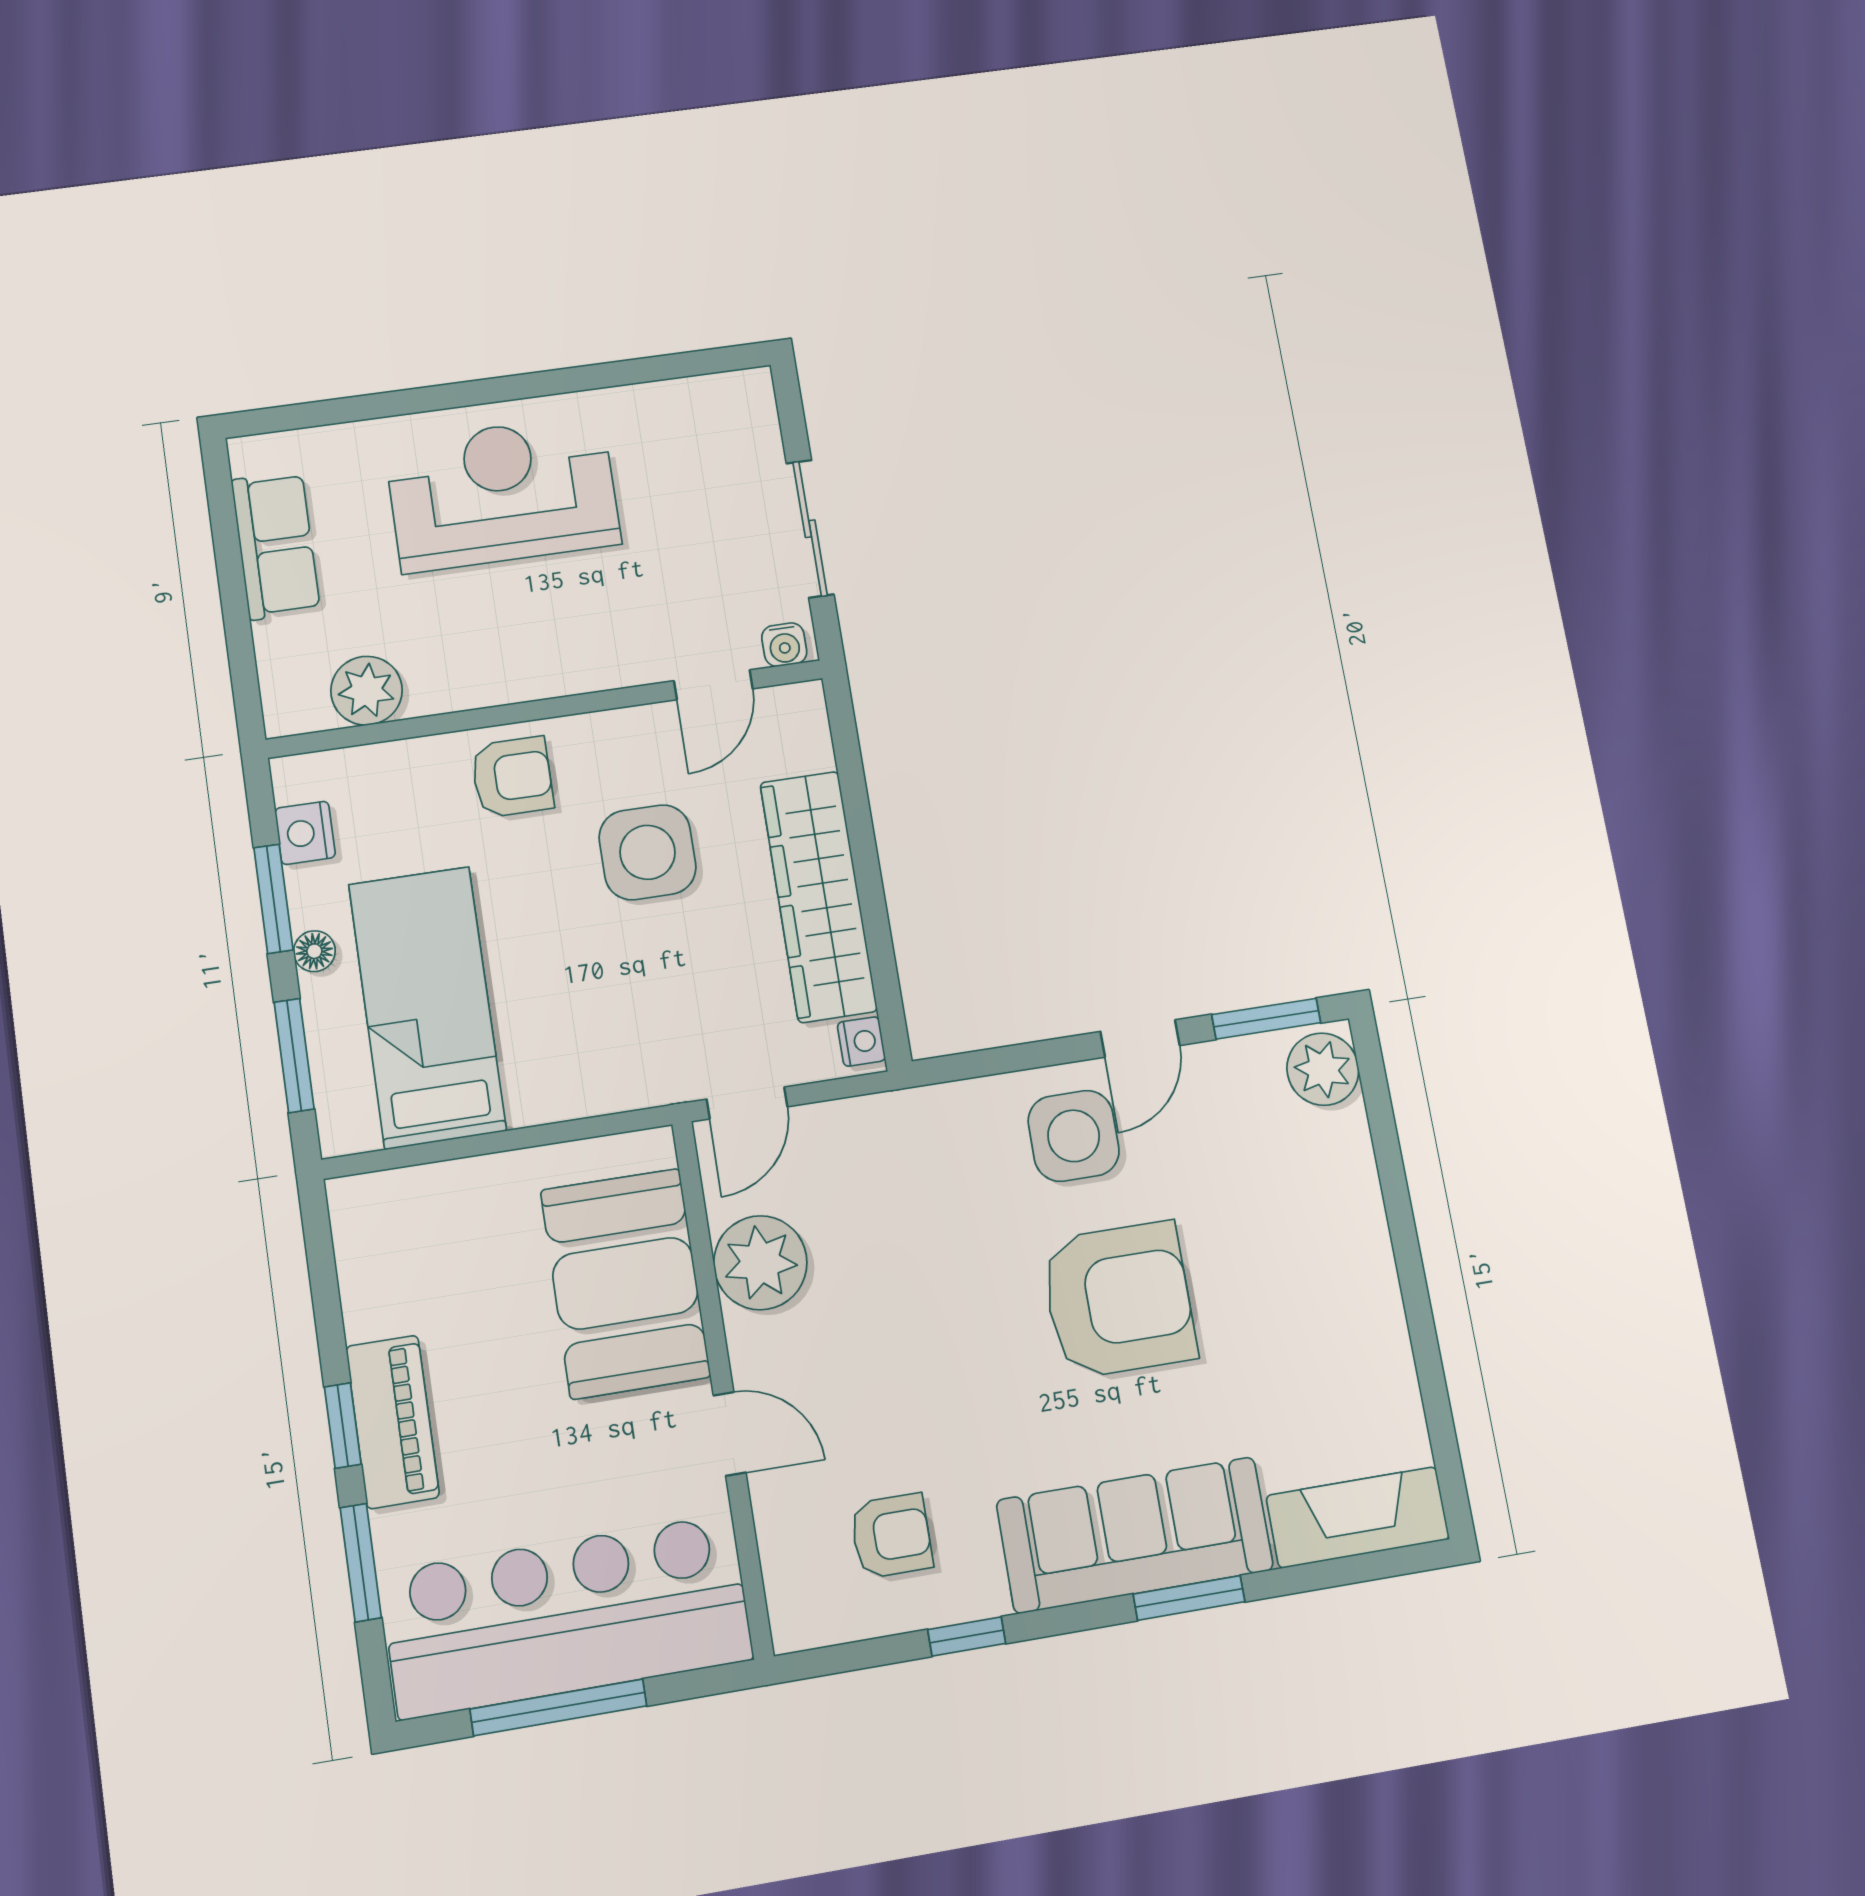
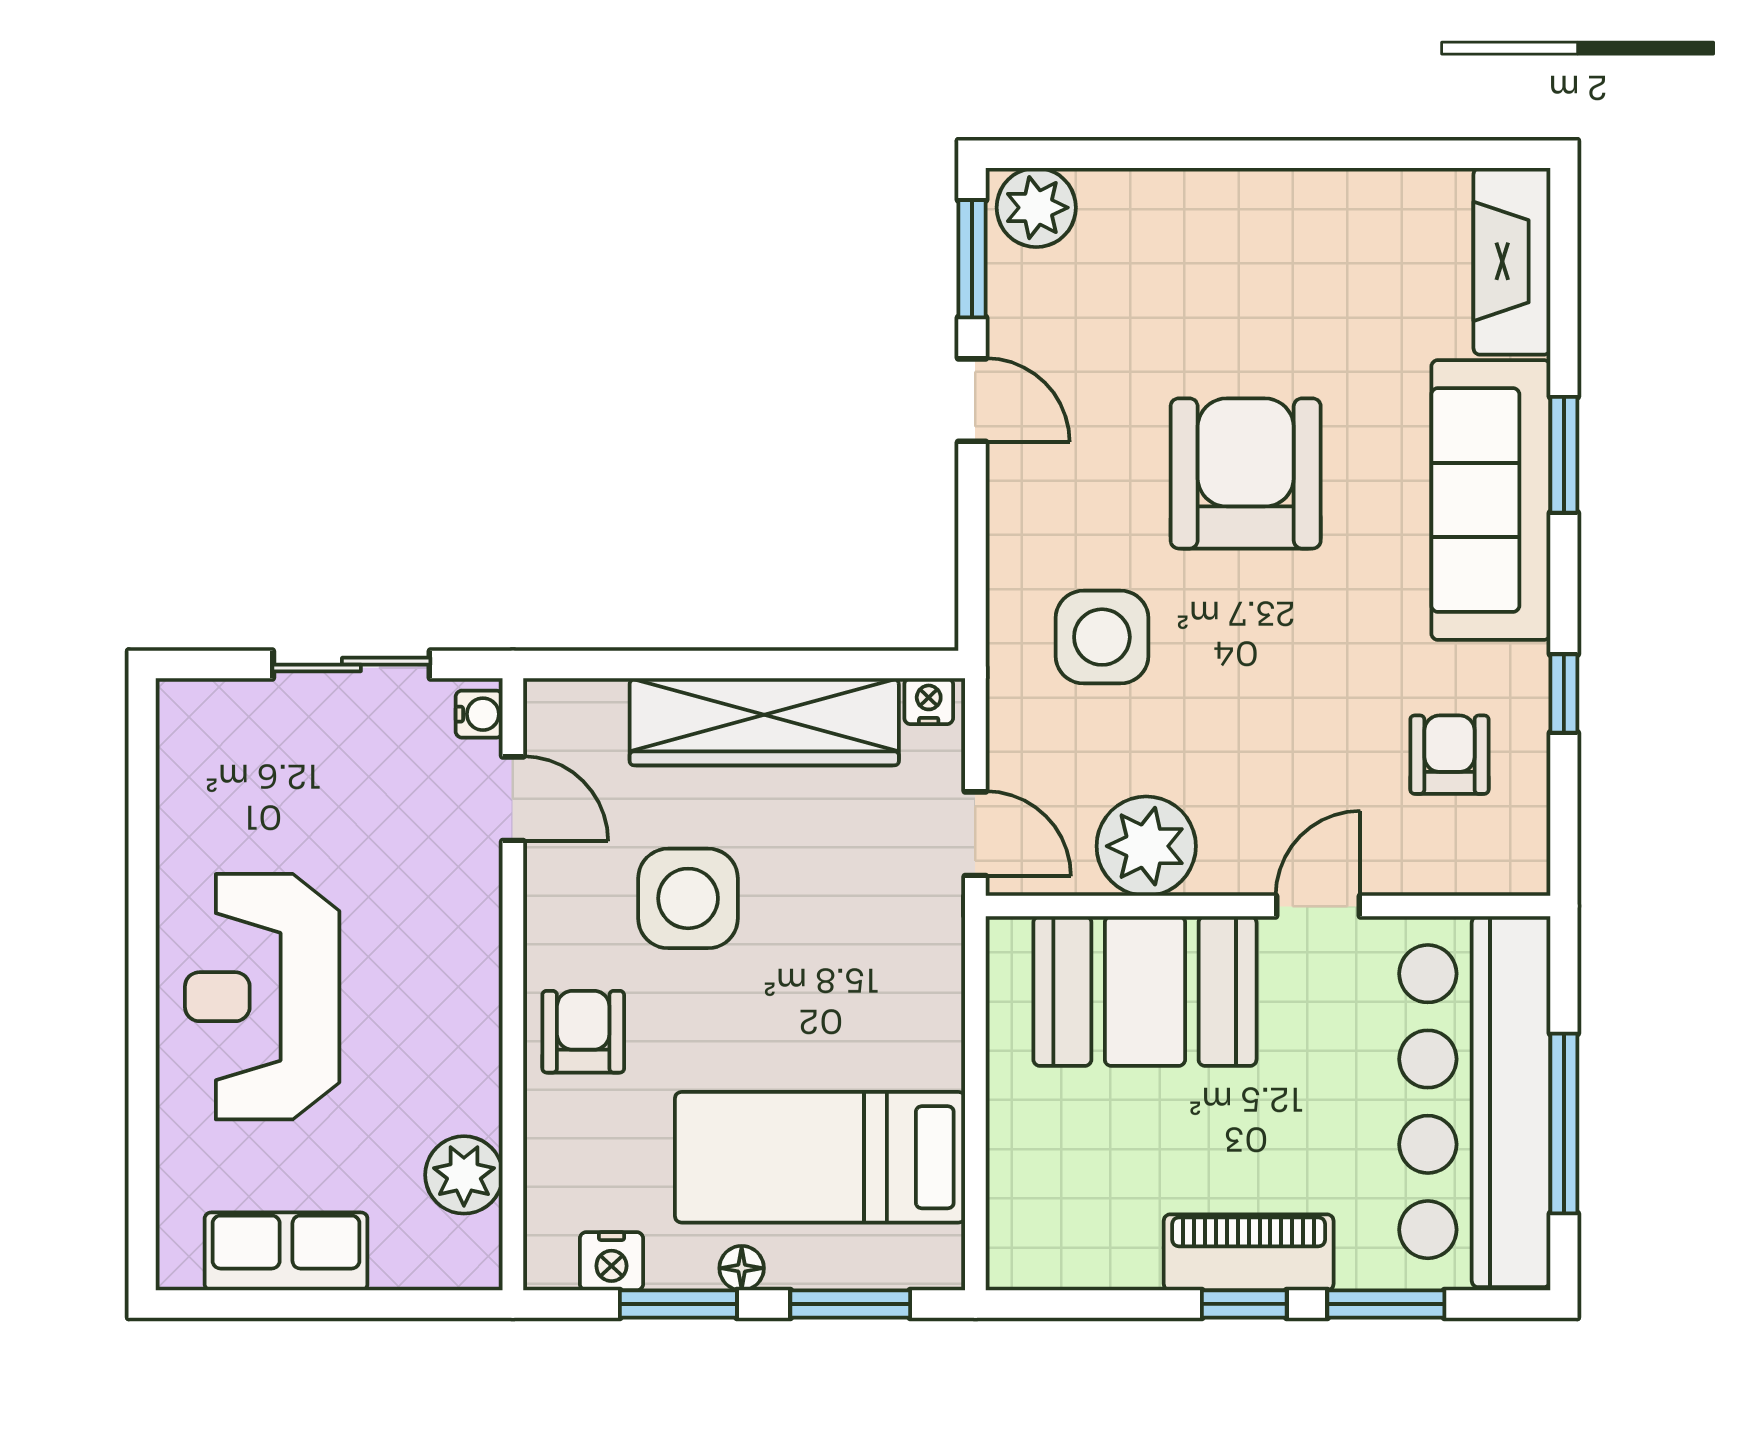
side table: (1074, 1136) -> (1102, 637), moved

